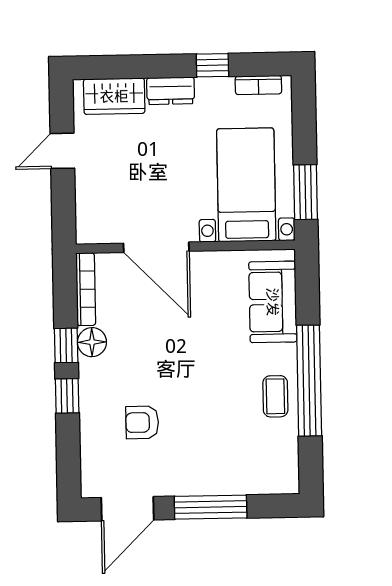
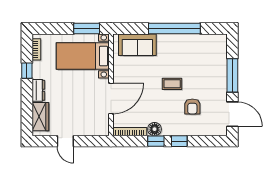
coffee table: (275, 396) -> (172, 84), moved

